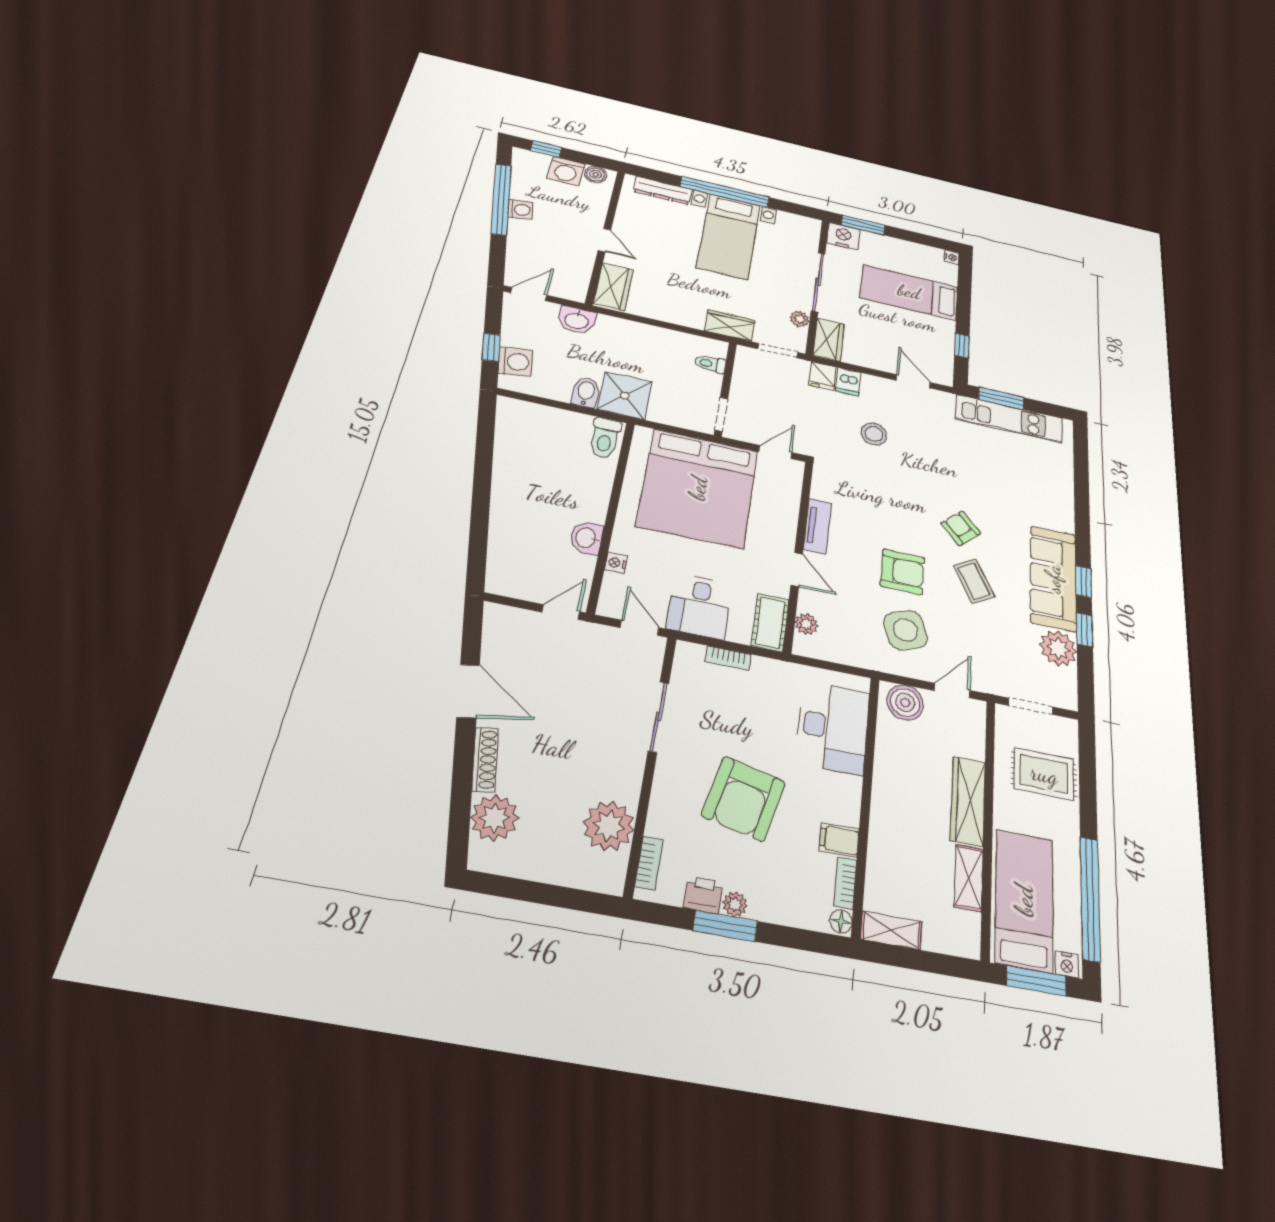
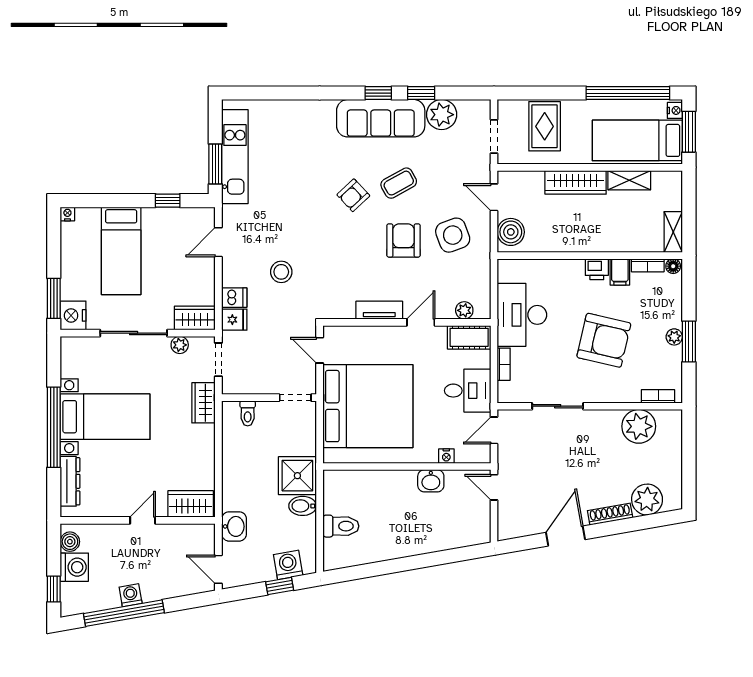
toilet: (605, 438) -> (341, 526), moved
desk: (833, 727) -> (522, 315), moved, turned -90
printer: (703, 895) -> (597, 269), moved, turned -90

